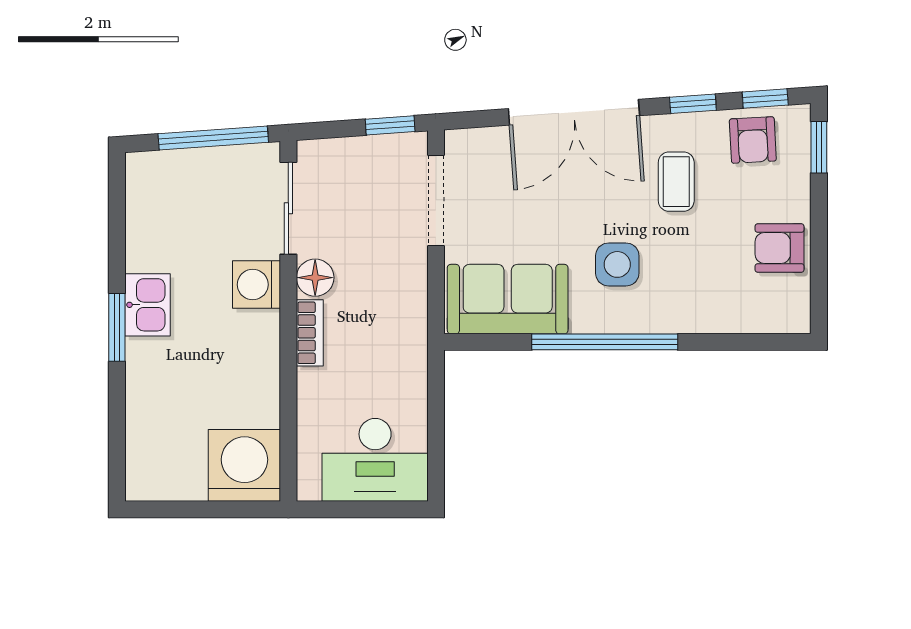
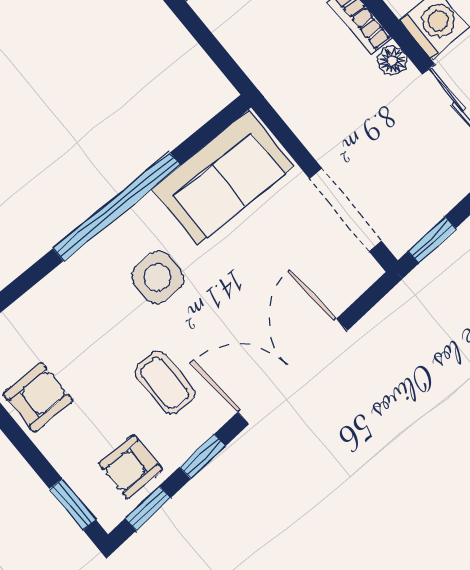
armchair: (753, 140) -> (131, 467), turned -87
floor lamp: (315, 278) -> (393, 61), width x0.73, depth x0.73

